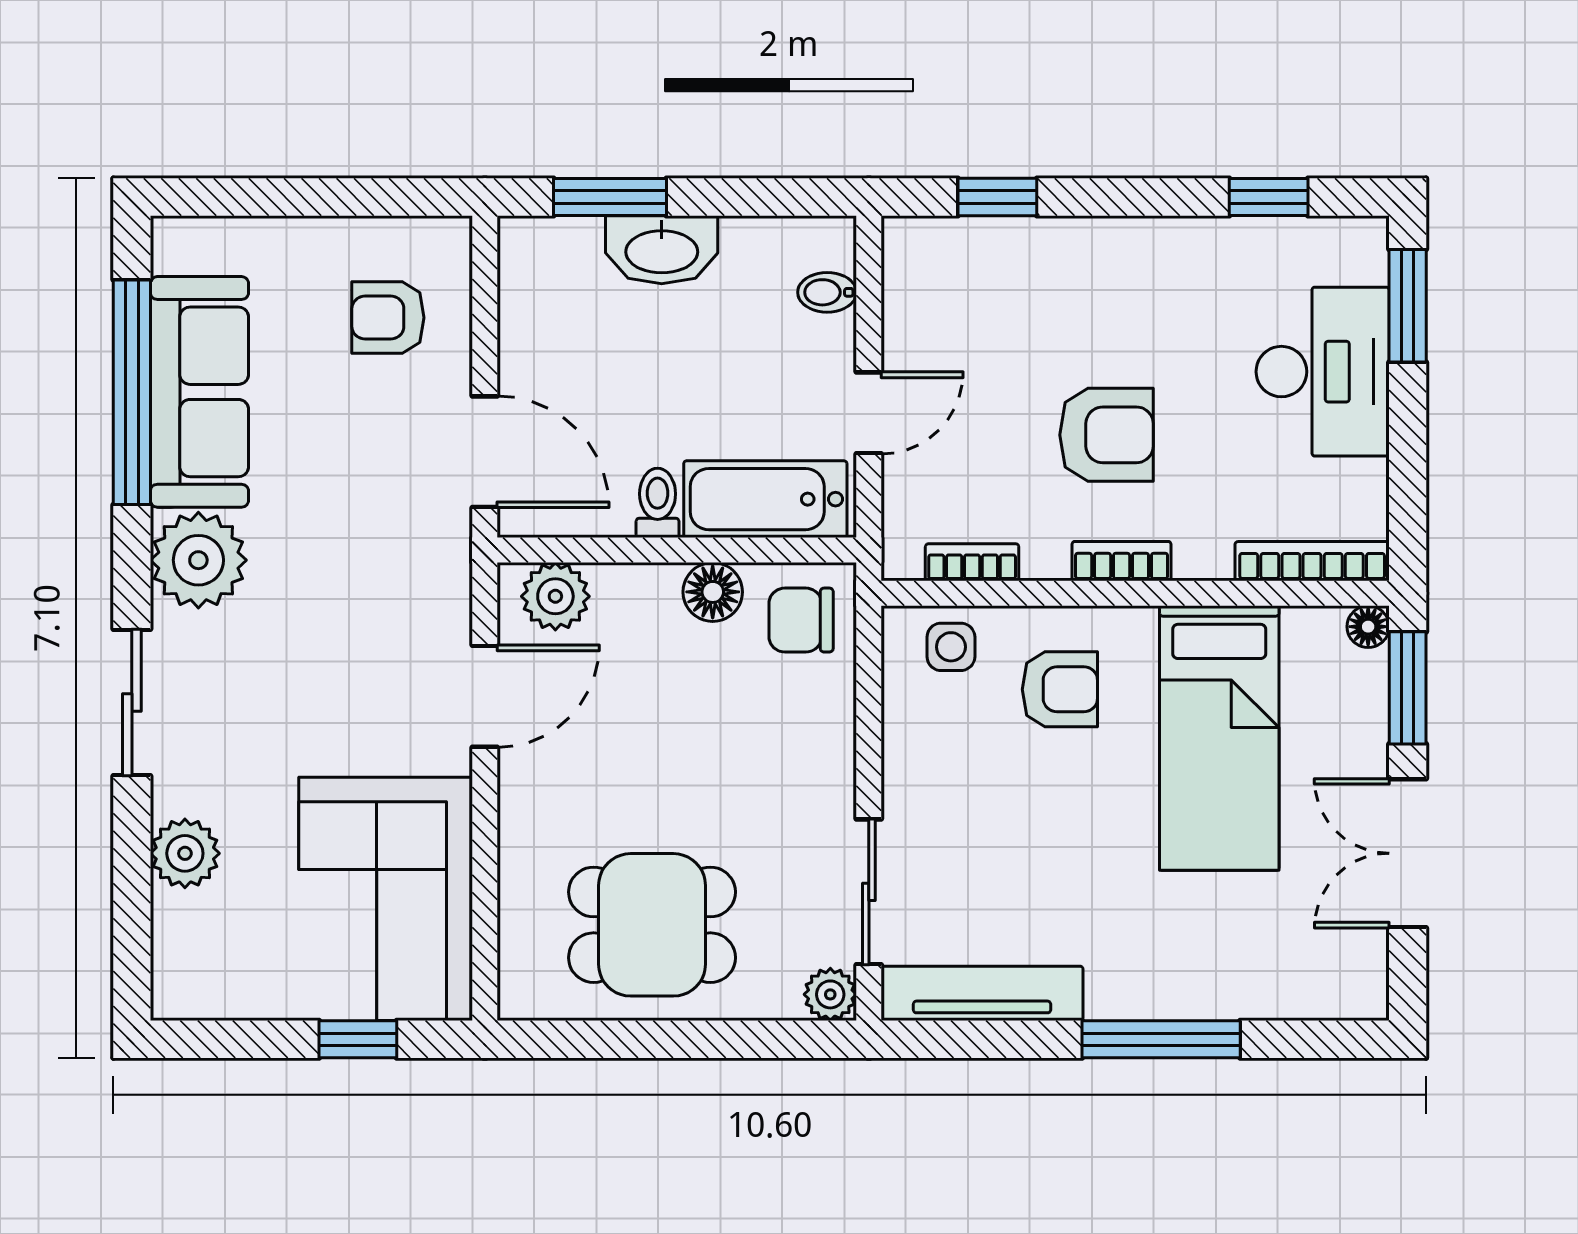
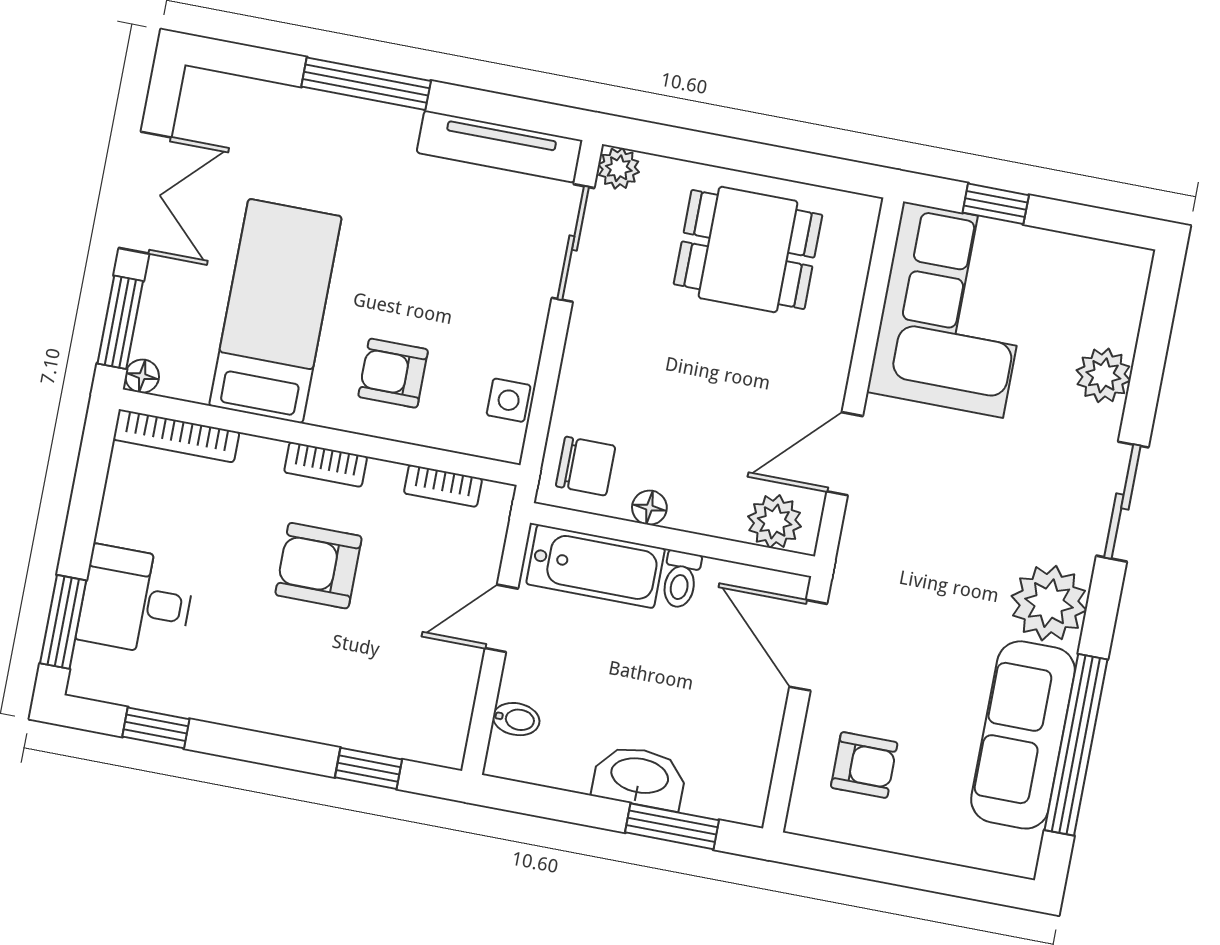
desk: (1323, 372) -> (136, 601), width x0.73
floor lamp: (713, 592) -> (649, 508), width x0.73, depth x0.73
side table: (951, 647) -> (509, 400), moved

